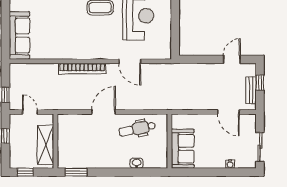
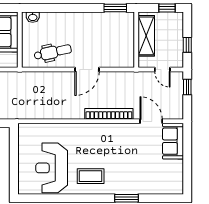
sofa: (19, 35) -> (173, 141), width x0.73
door: (130, 61) -> (151, 121), moved
washbasin: (137, 163) -> (33, 17), moved

